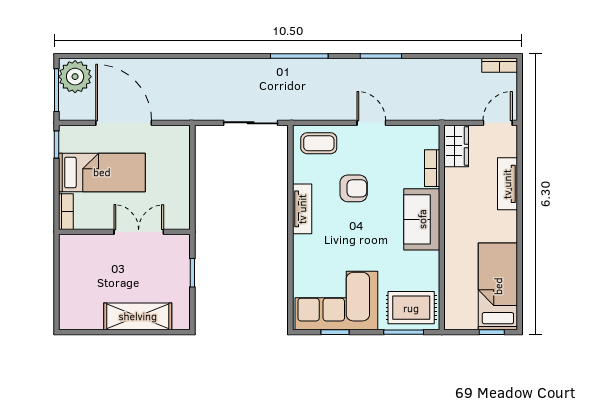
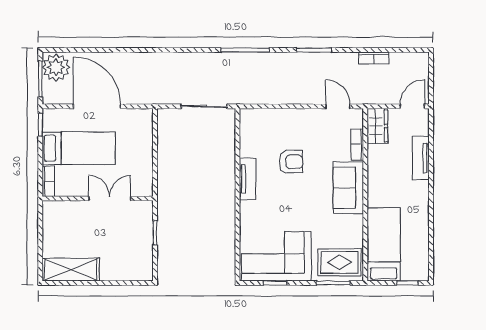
bookcase: (500, 65) -> (374, 58), moved
door: (371, 123) -> (338, 106), moved
coffee table: (319, 143) -> (262, 124), removed
bed: (498, 286) -> (384, 244), moved
shelving: (138, 316) -> (71, 270), moved

